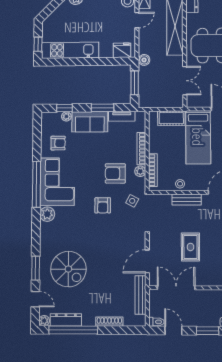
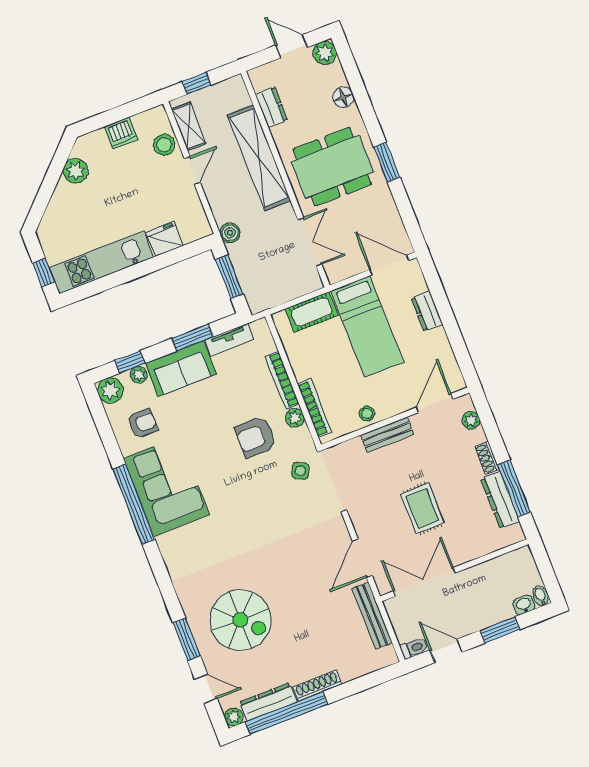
fridge: (122, 50) -> (164, 239), moved
armchair: (103, 205) -> (255, 497), removed
plant: (47, 214) -> (110, 390), moved
shoe rack: (109, 322) -> (317, 686), moved

